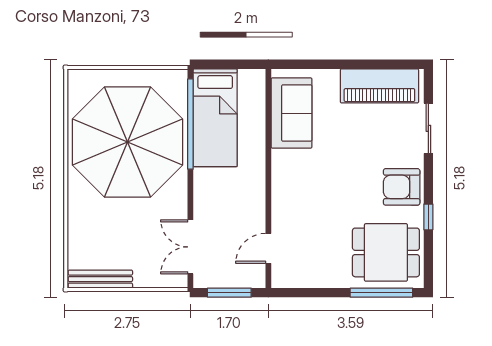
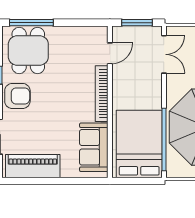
bed: (215, 118) -> (139, 144), width x1.50
bookcase: (280, 190) -> (102, 94), added
dining table: (386, 252) -> (28, 50), turned 90

